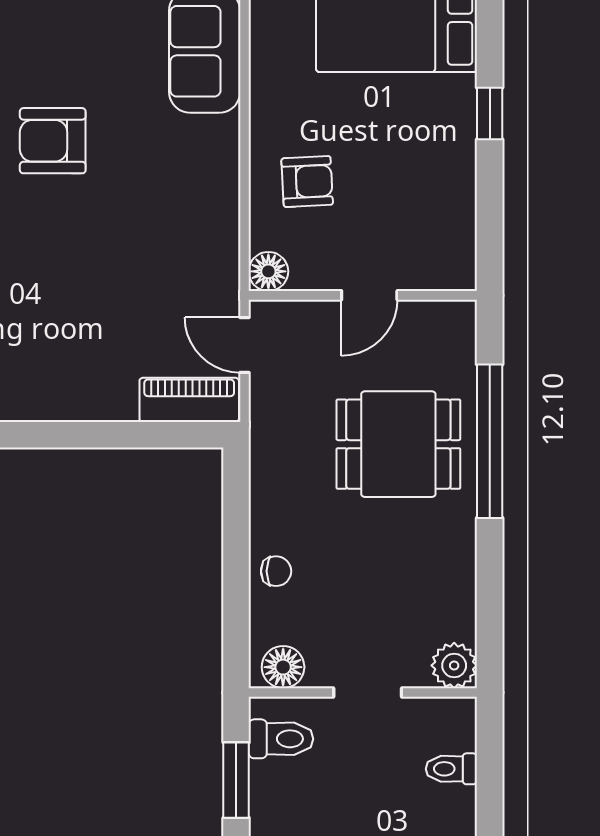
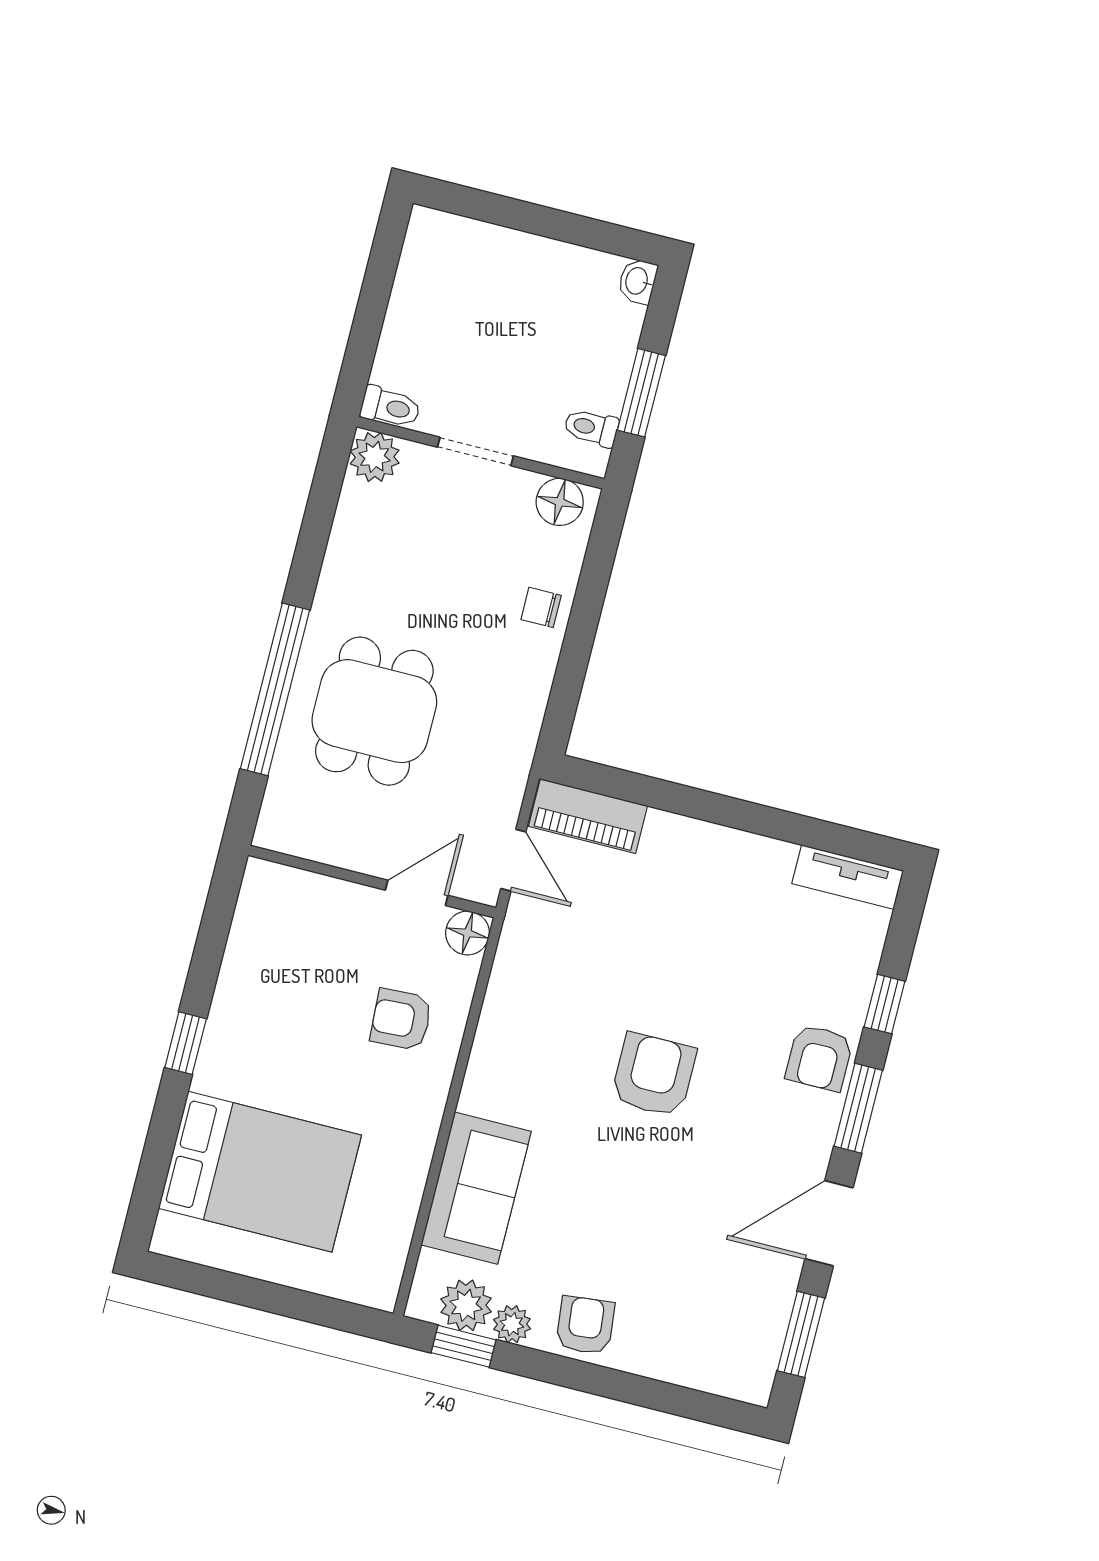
armchair: (53, 141) -> (654, 1075), moved, turned -90
door: (369, 295) -> (417, 893), moved
dining table: (398, 444) -> (374, 711), turned 90
toilet: (281, 739) -> (591, 428), width x0.73, depth x0.72
toilet: (451, 769) -> (390, 407), moved

